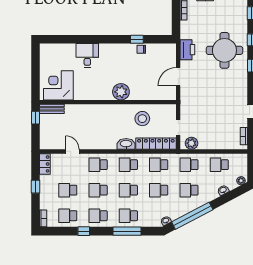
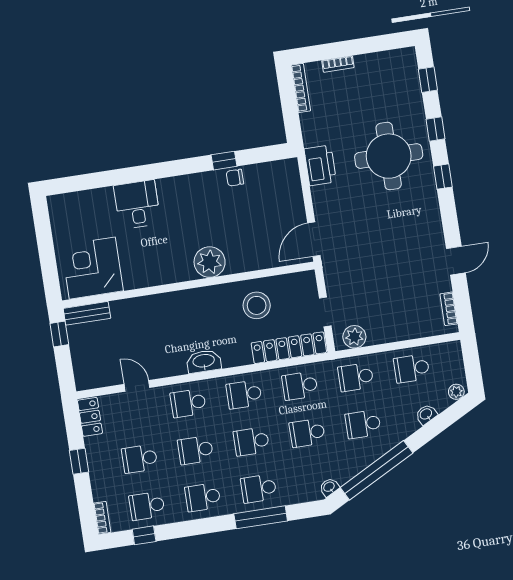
door: (178, 77) -> (314, 239), moved
washbasin: (126, 144) -> (204, 361), moved
window: (84, 231) -> (144, 535), moved

